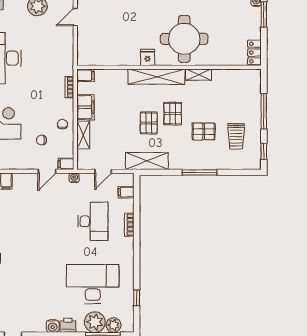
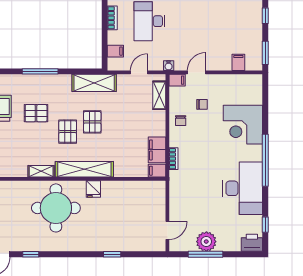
filing cabinet: (85, 107) -> (157, 150), moved
shelving: (83, 135) -> (159, 95), moved

